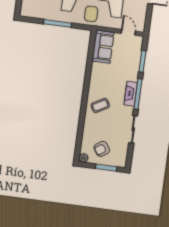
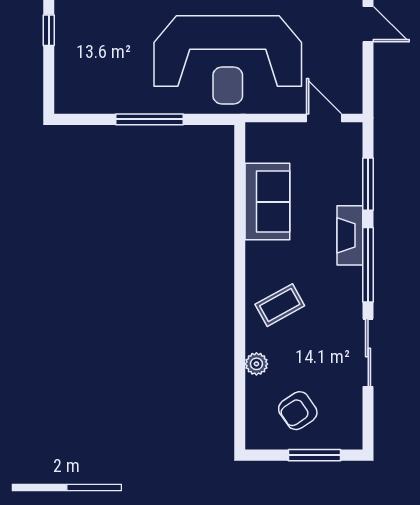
sofa: (103, 47) -> (267, 202), moved
fireplace: (131, 94) -> (350, 235), moved
plant: (84, 158) -> (256, 364), moved

